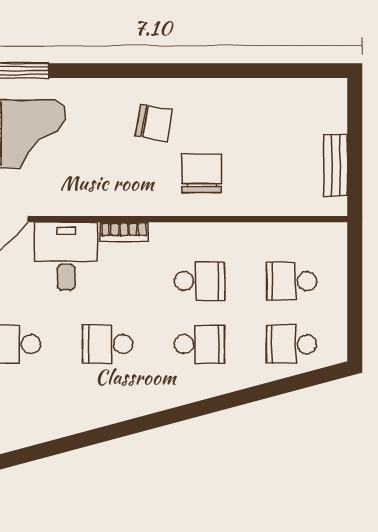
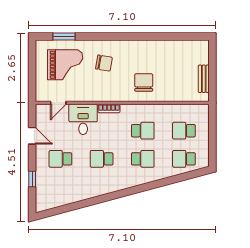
chair: (154, 123) -> (104, 63), moved

